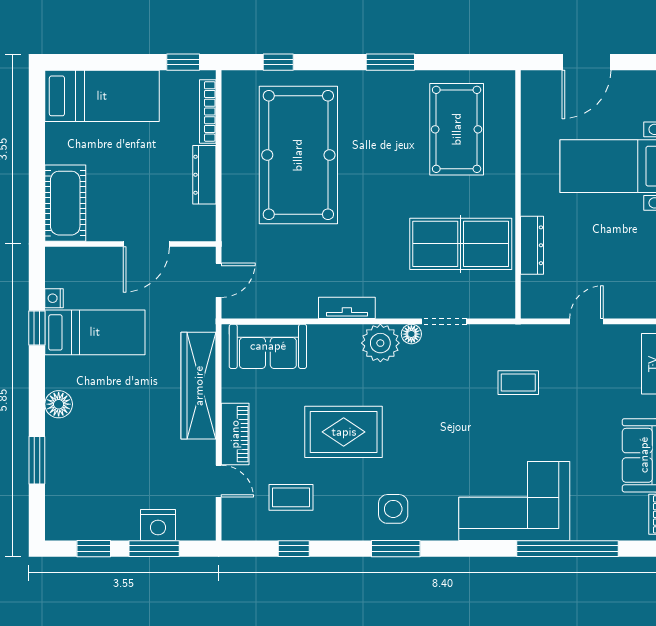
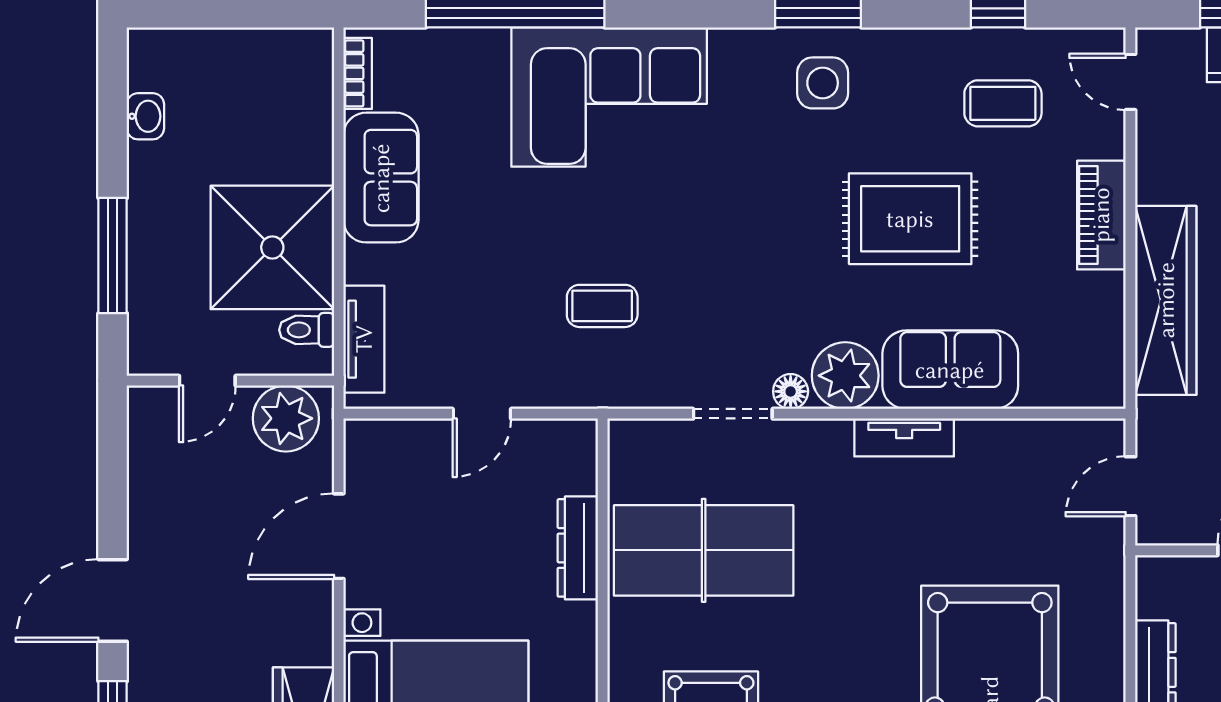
sofa: (268, 346) -> (950, 370), moved
door: (219, 481) -> (1130, 82), moved

